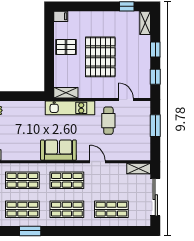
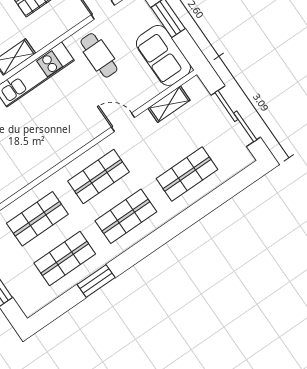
sofa: (58, 150) -> (163, 55), moved, turned -90
shelving: (139, 169) -> (169, 104), moved

